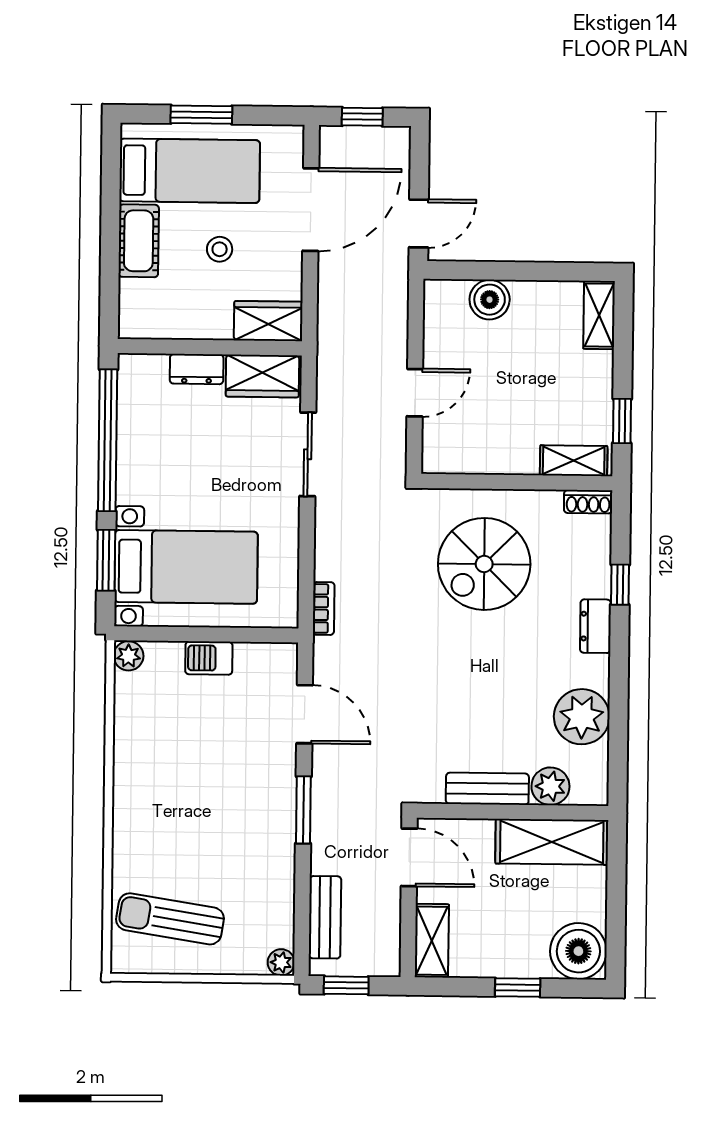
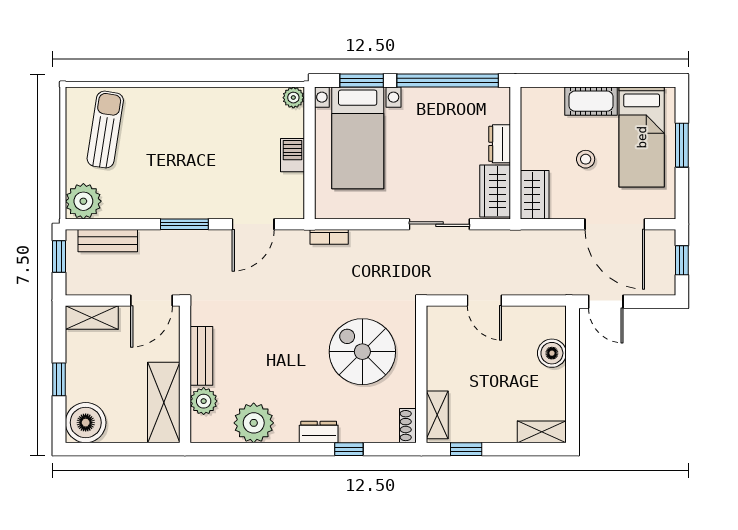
plant: (281, 962) -> (83, 201), width x1.87, depth x1.87

